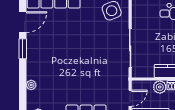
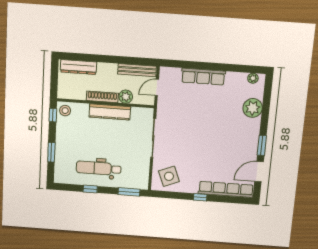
plant: (31, 85) -> (253, 108), width x1.87, depth x1.87

